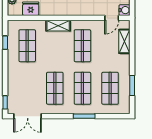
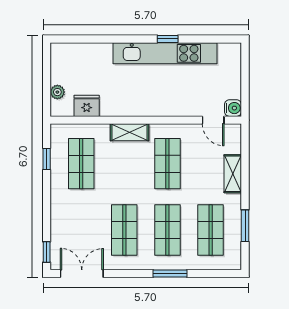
door: (112, 18) -> (213, 120), hinge flipped
shelving: (124, 41) -> (233, 174), moved
double door: (28, 116) -> (82, 273), swing flipped

